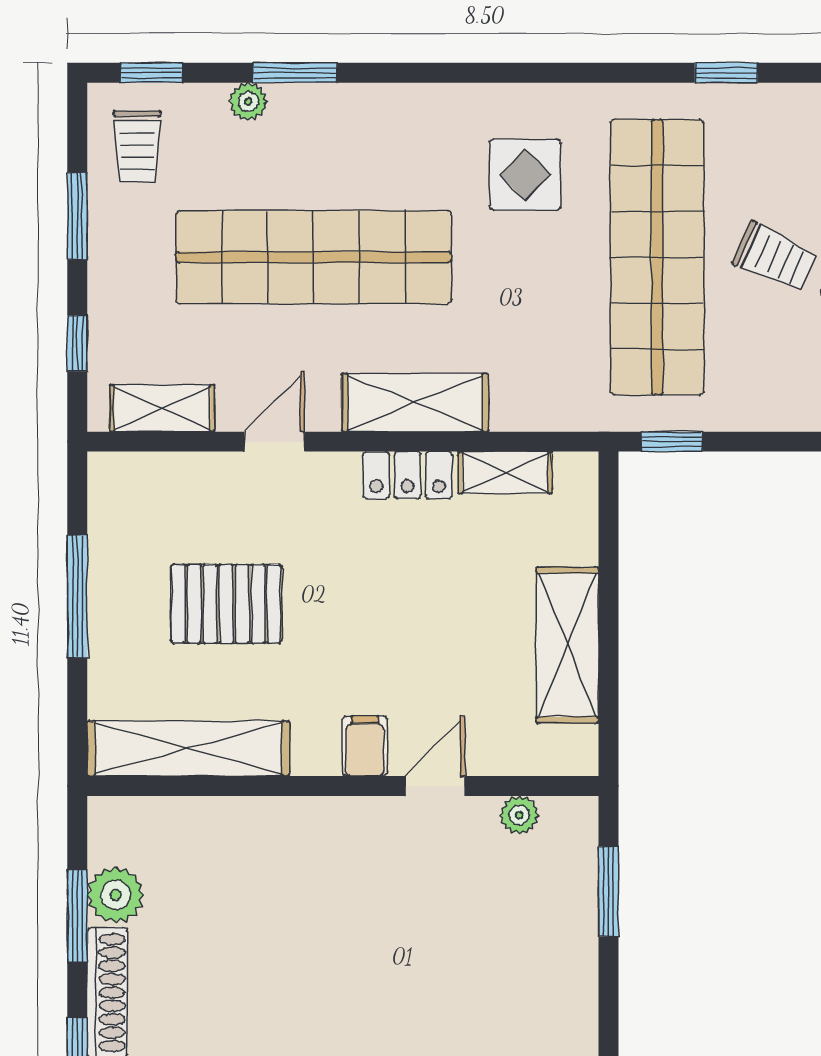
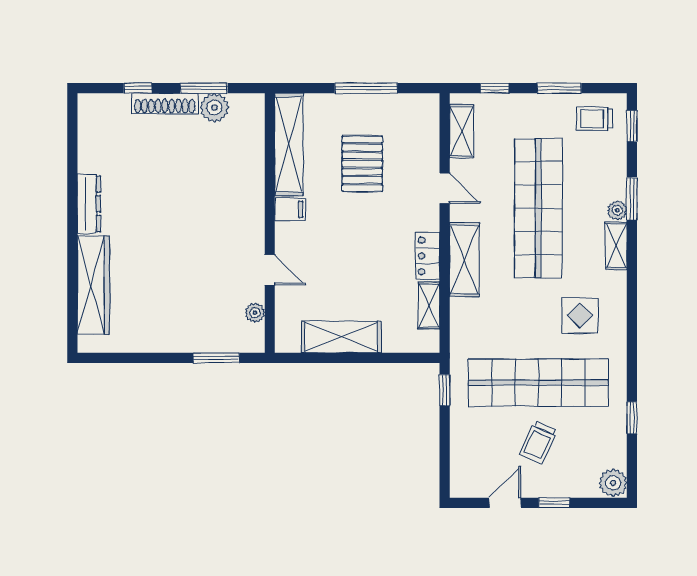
plant: (248, 102) -> (617, 210), moved
shelving: (388, 104) -> (616, 246), added
filing cabinet: (365, 746) -> (290, 209), moved

